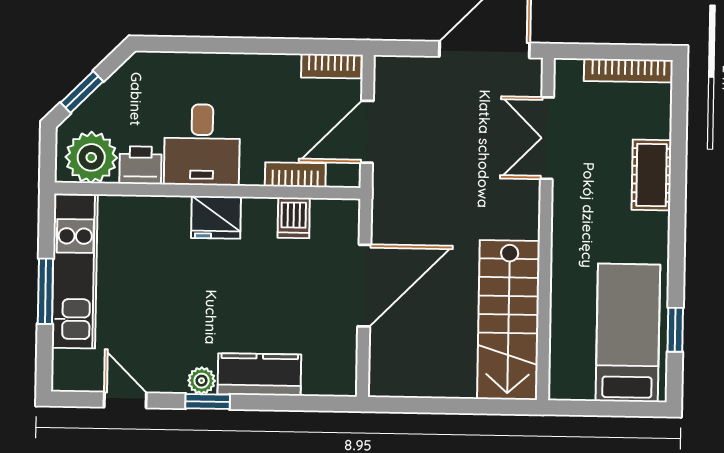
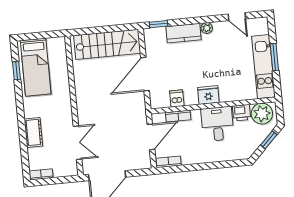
bookcase: (628, 71) -> (41, 174), width x0.64
stairs: (508, 320) -> (107, 44), moved, turned 90
window: (208, 401) -> (159, 24), moved

